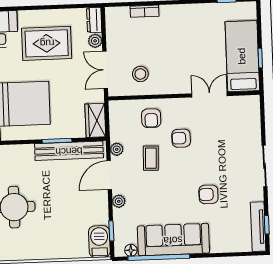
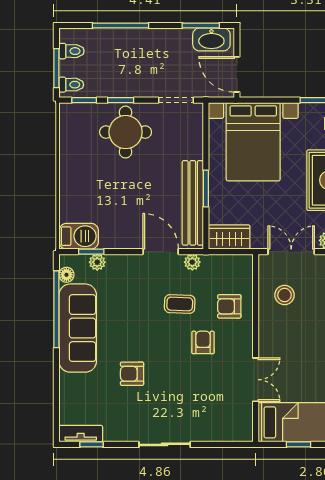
armchair: (208, 194) -> (132, 374), turned -90
plant: (119, 201) -> (97, 262), moved
tv unit: (258, 227) -> (81, 434), width x0.71

